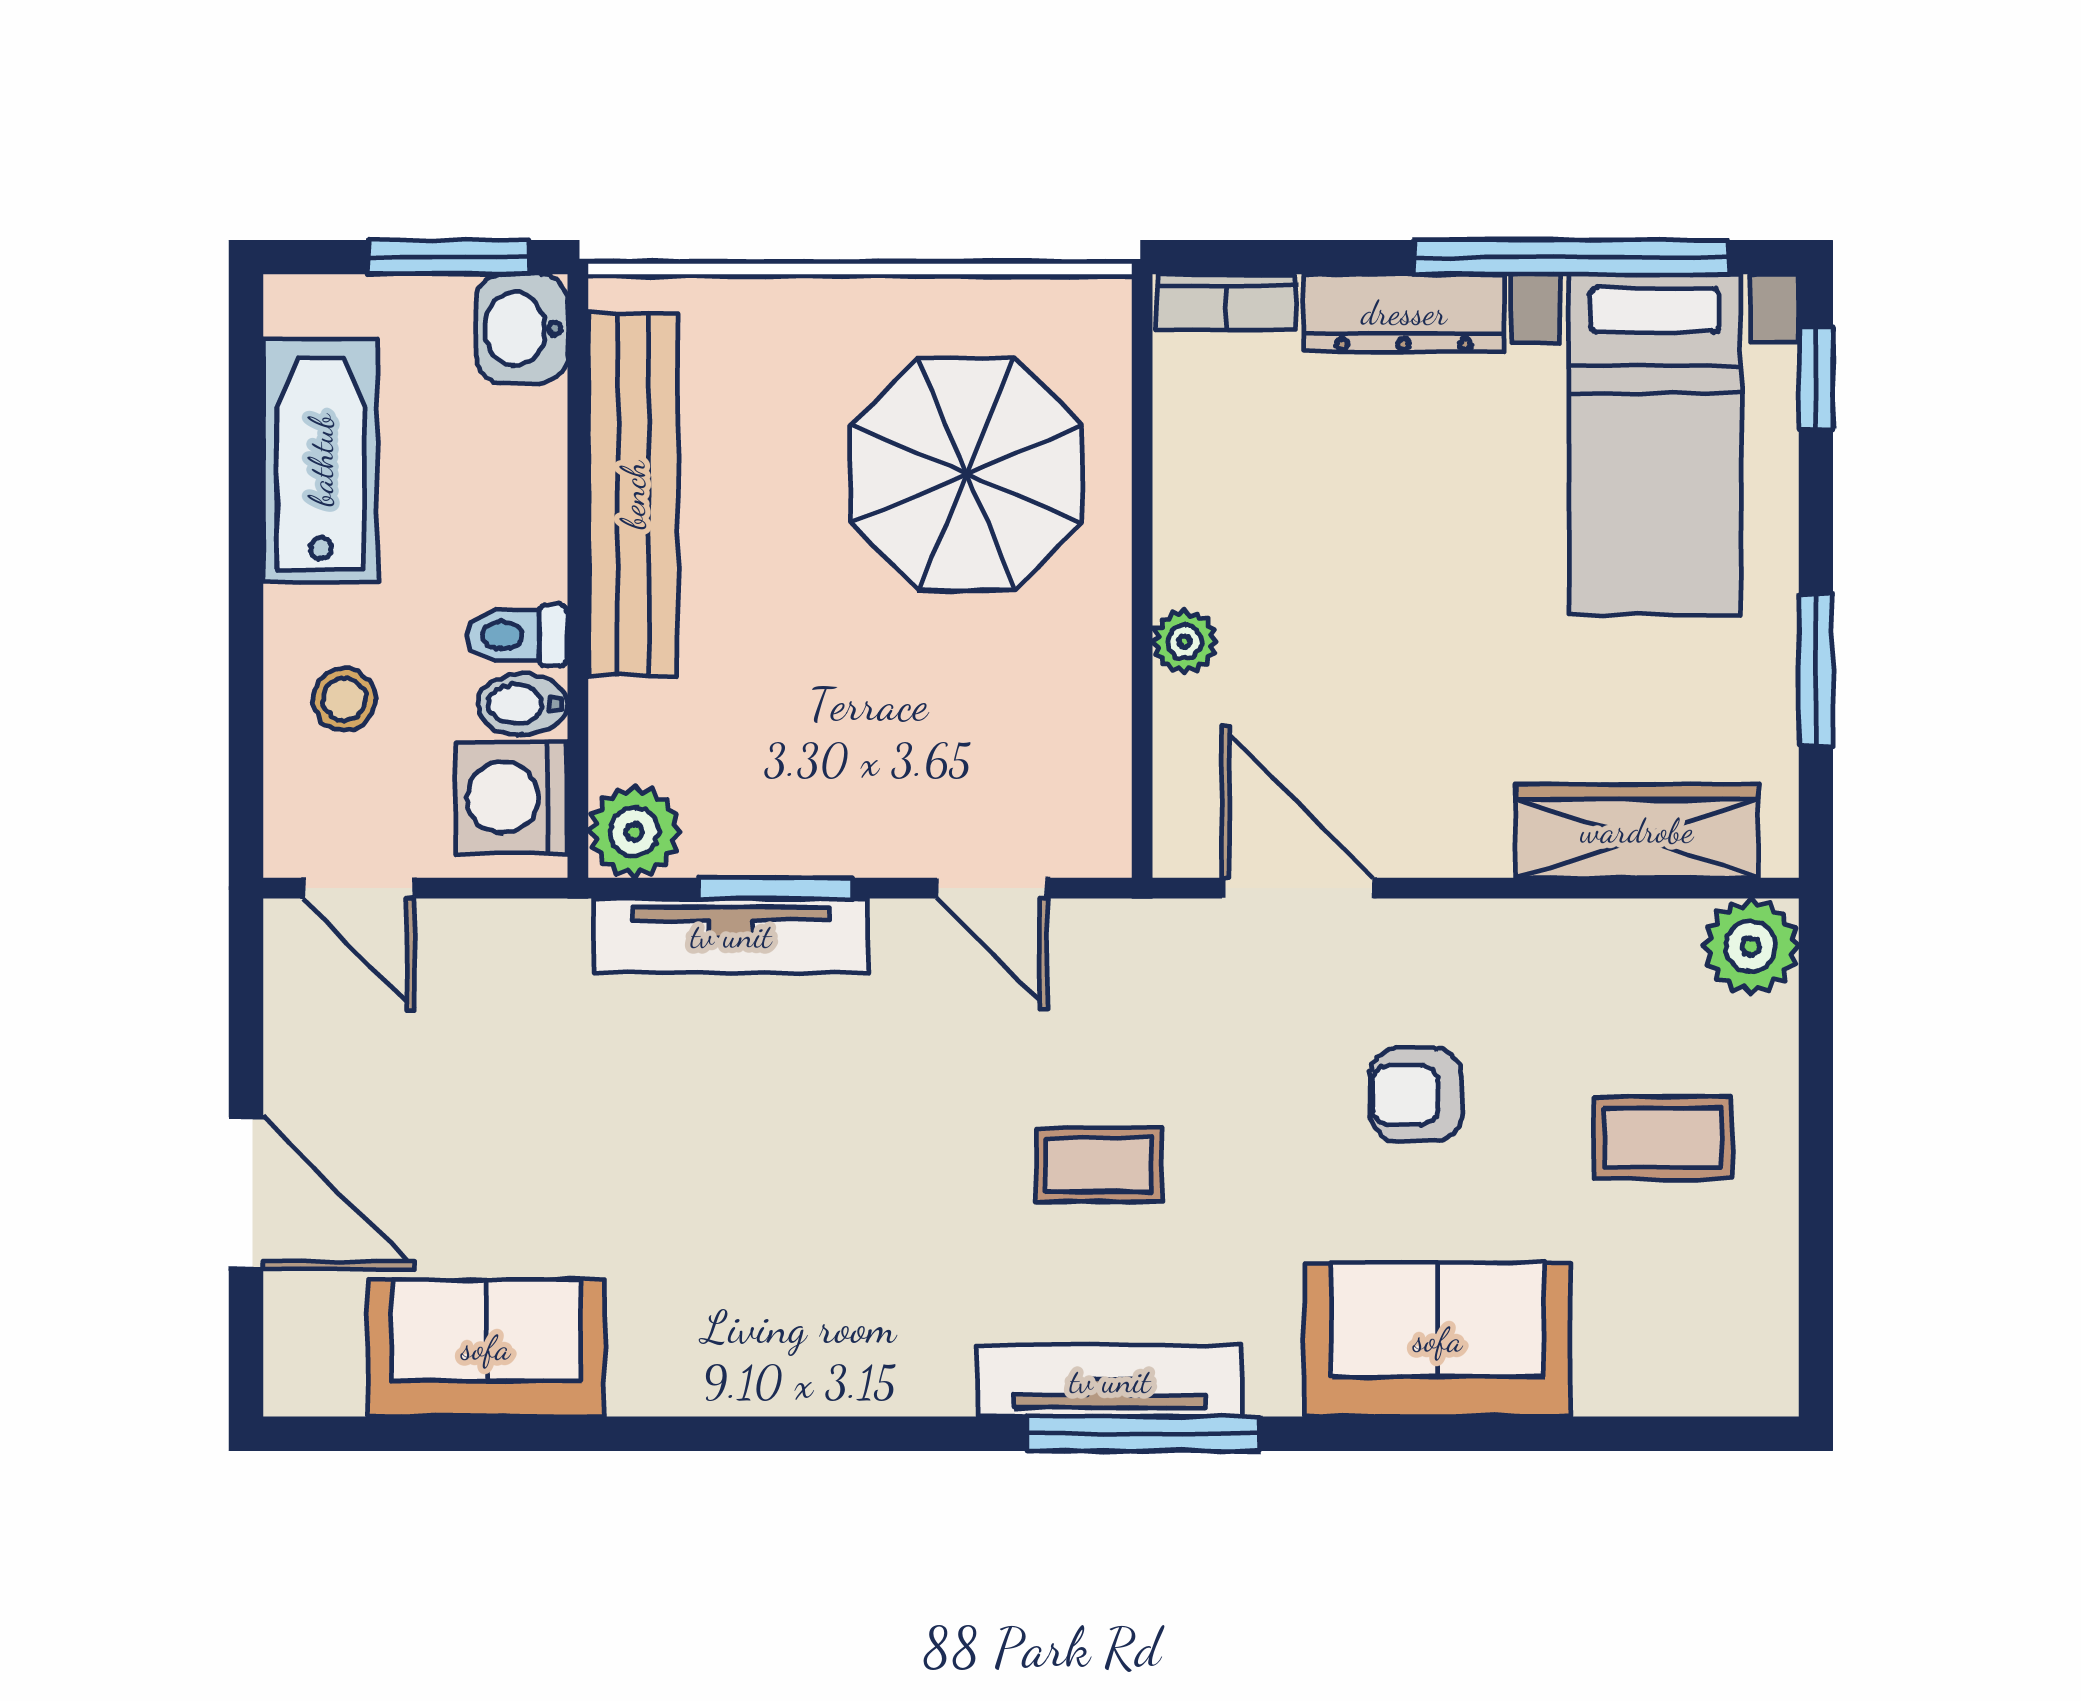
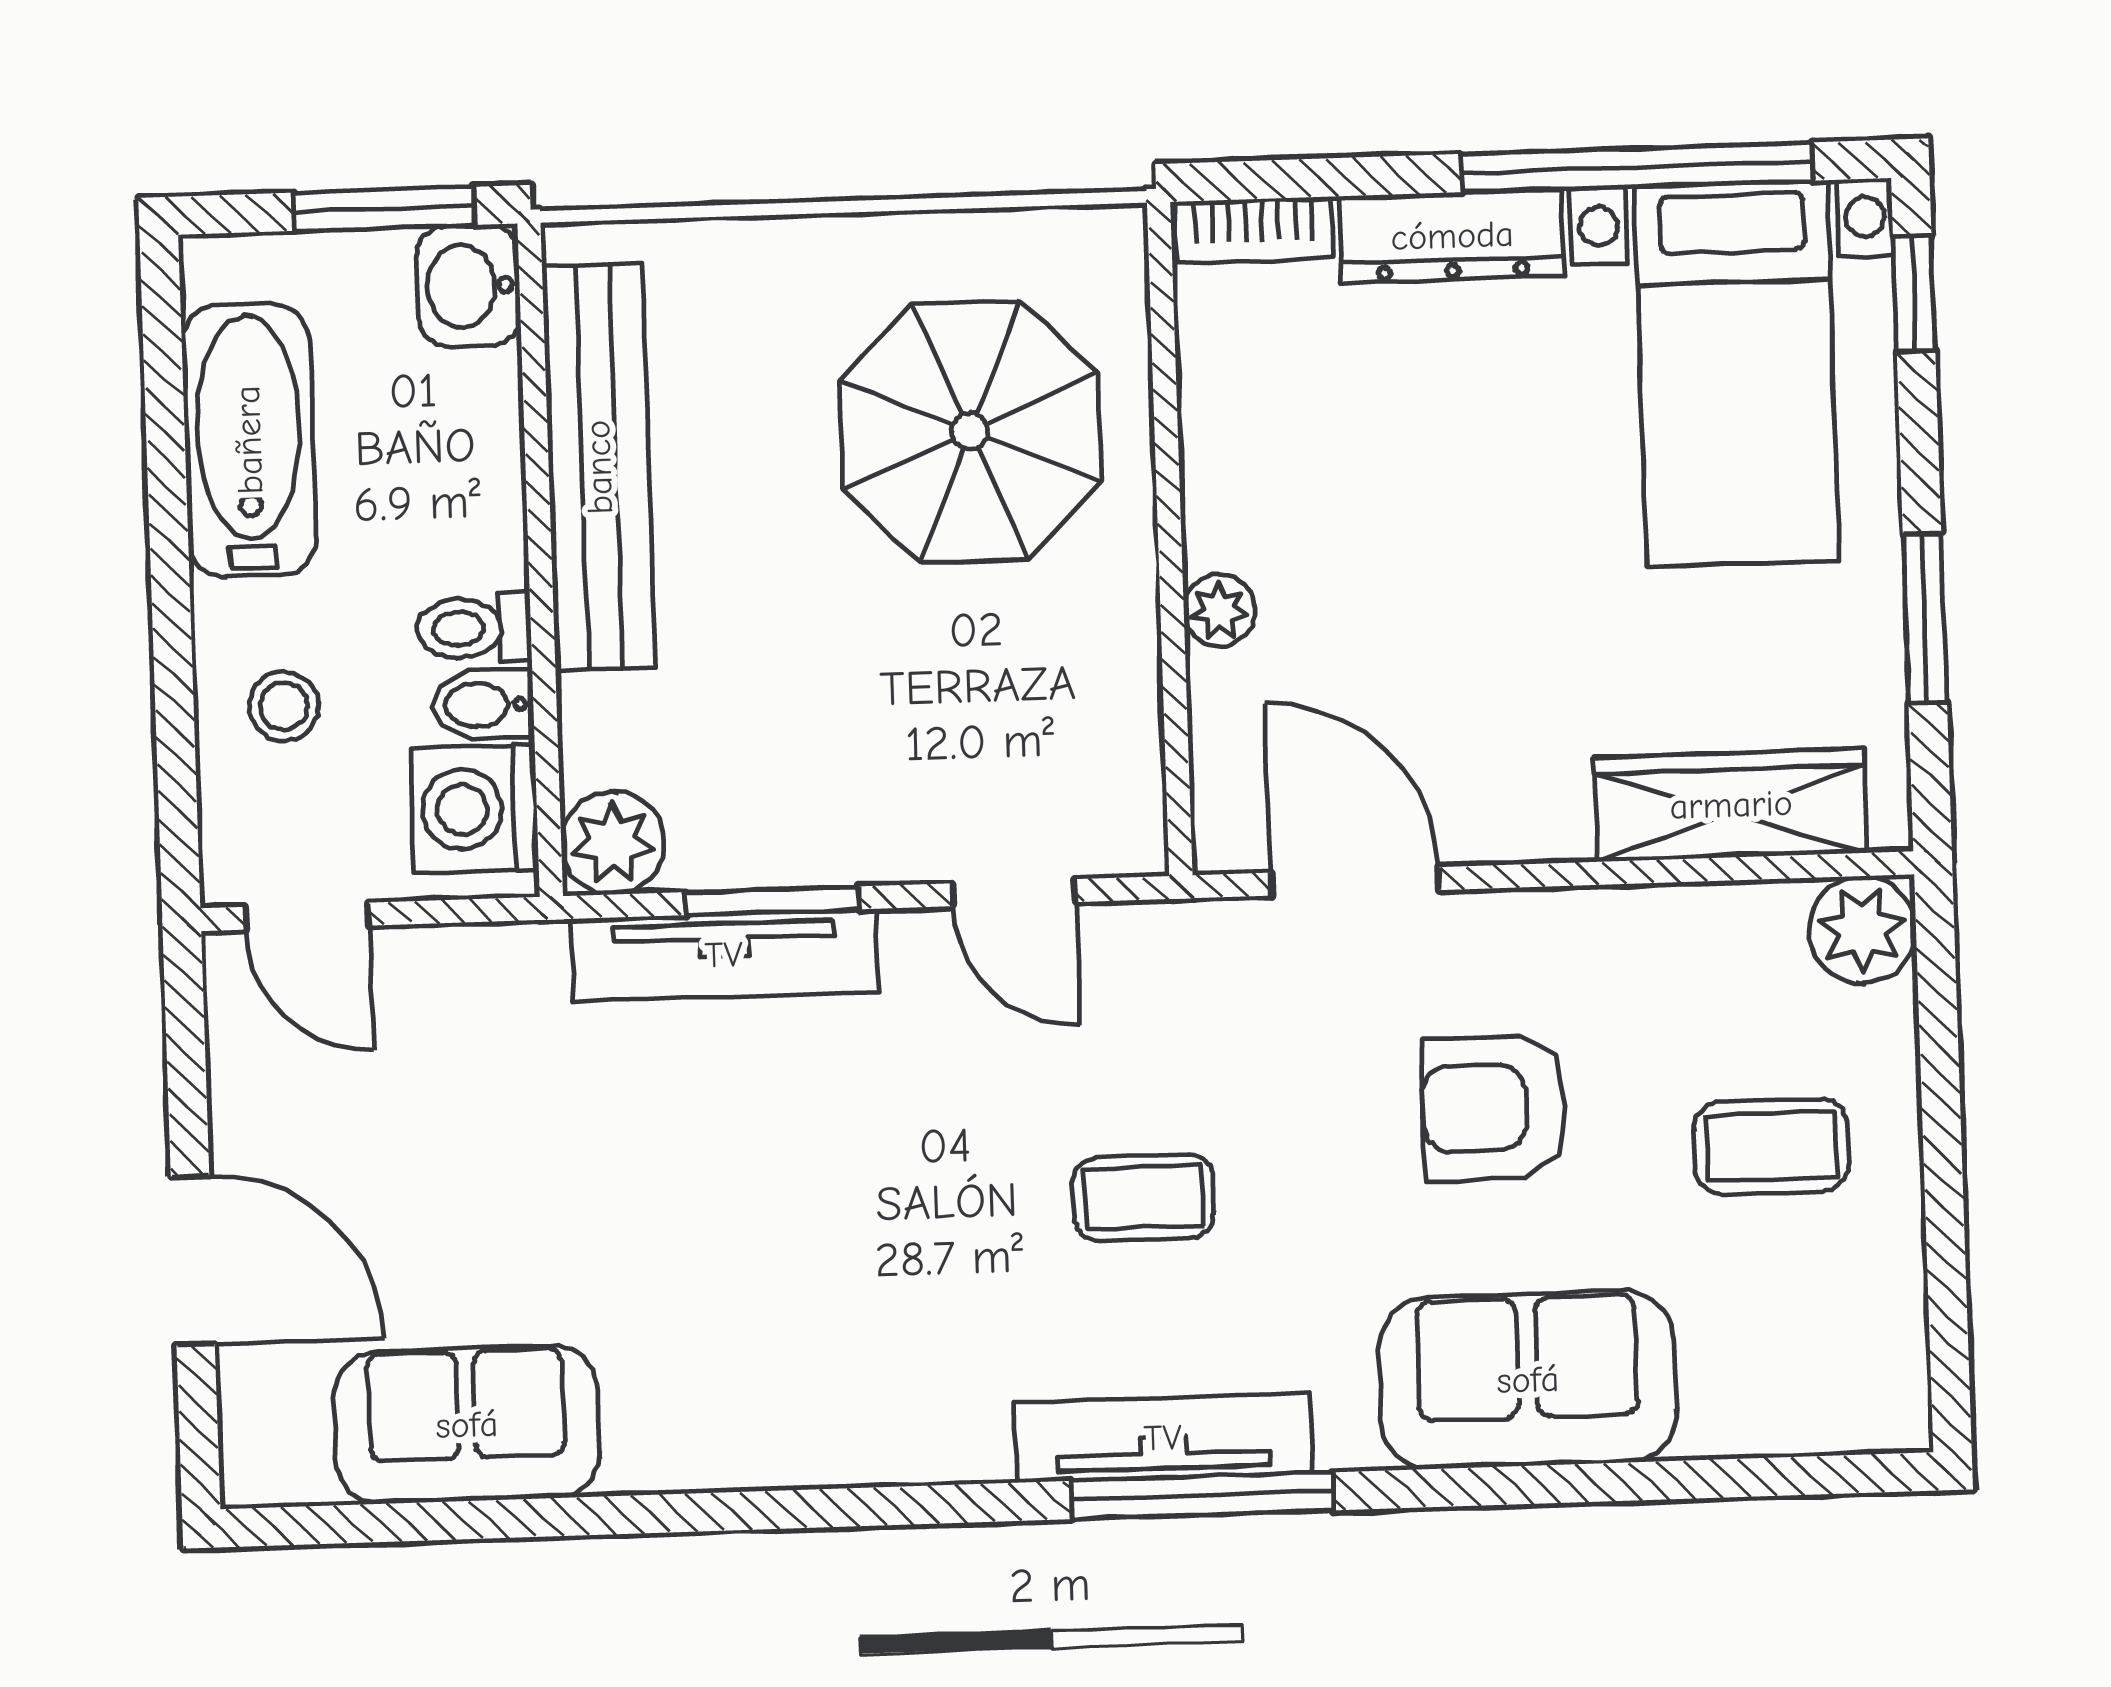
armchair: (1416, 1095) -> (1494, 1108), width x1.38, depth x1.38

